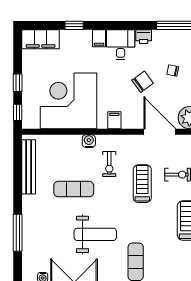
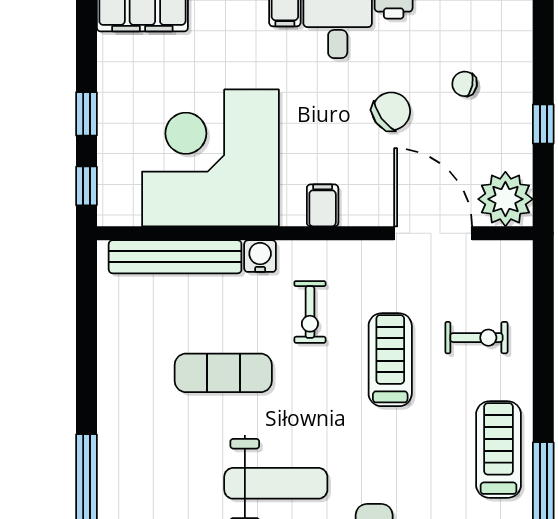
bench: (29, 167) -> (175, 257), moved, turned 90

